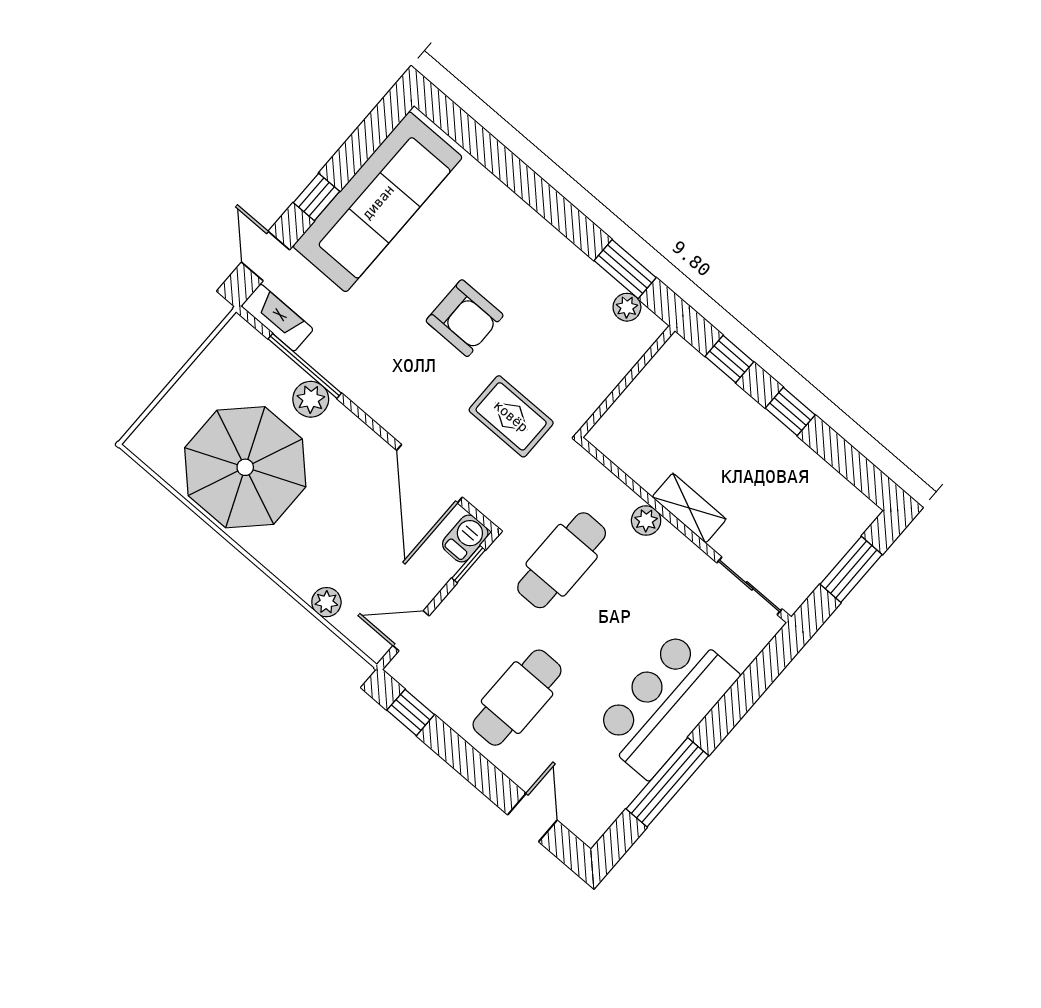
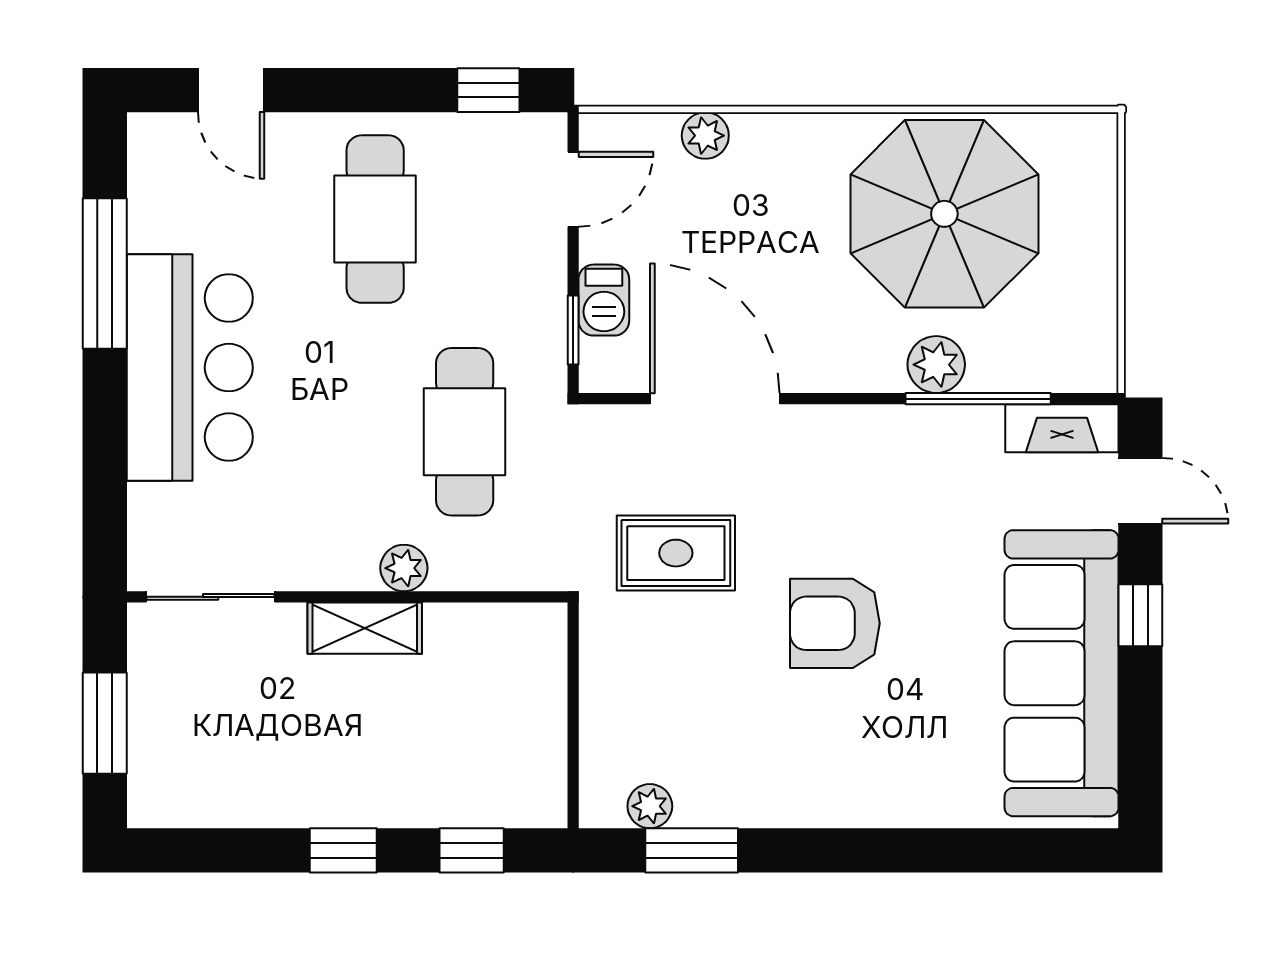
barbecue: (465, 538) -> (604, 300), moved

